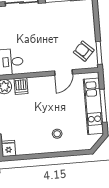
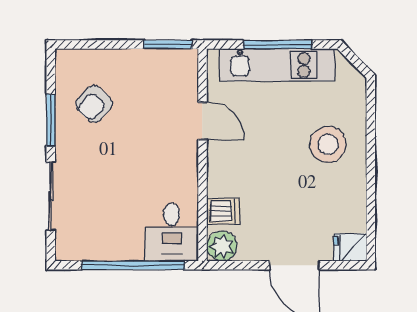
armchair: (84, 51) -> (94, 104), moved
stool: (57, 134) -> (328, 144), width x1.89, depth x1.89

